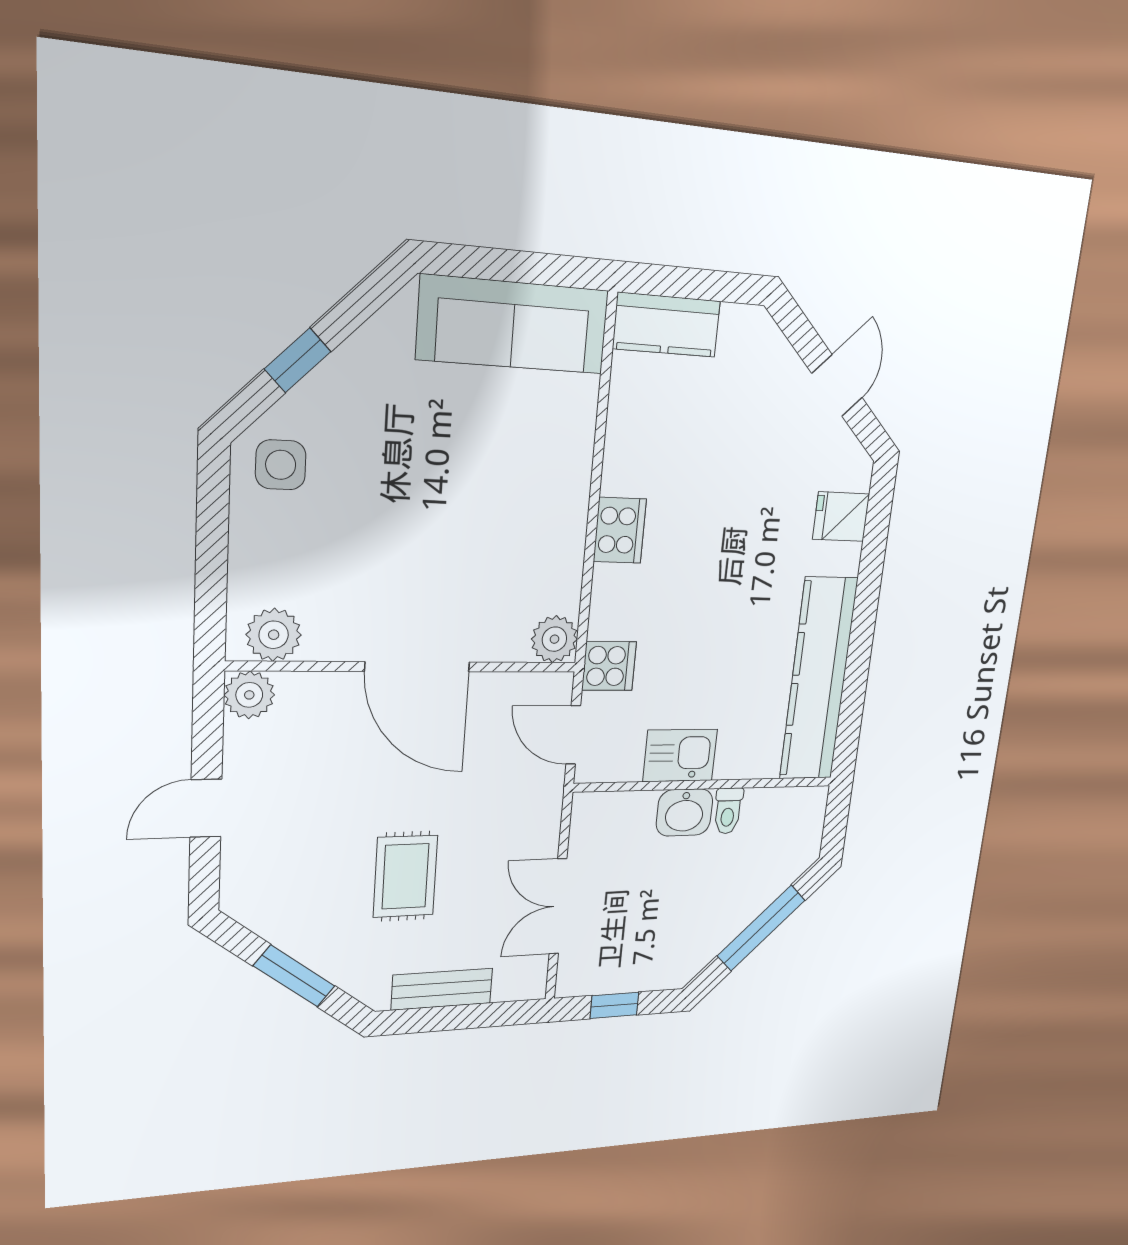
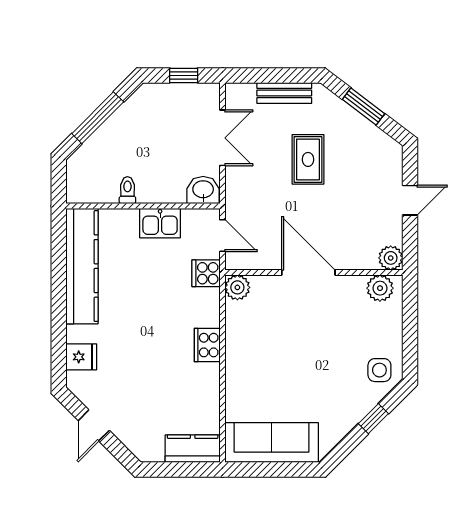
washbasin: (684, 812) -> (203, 190), moved

